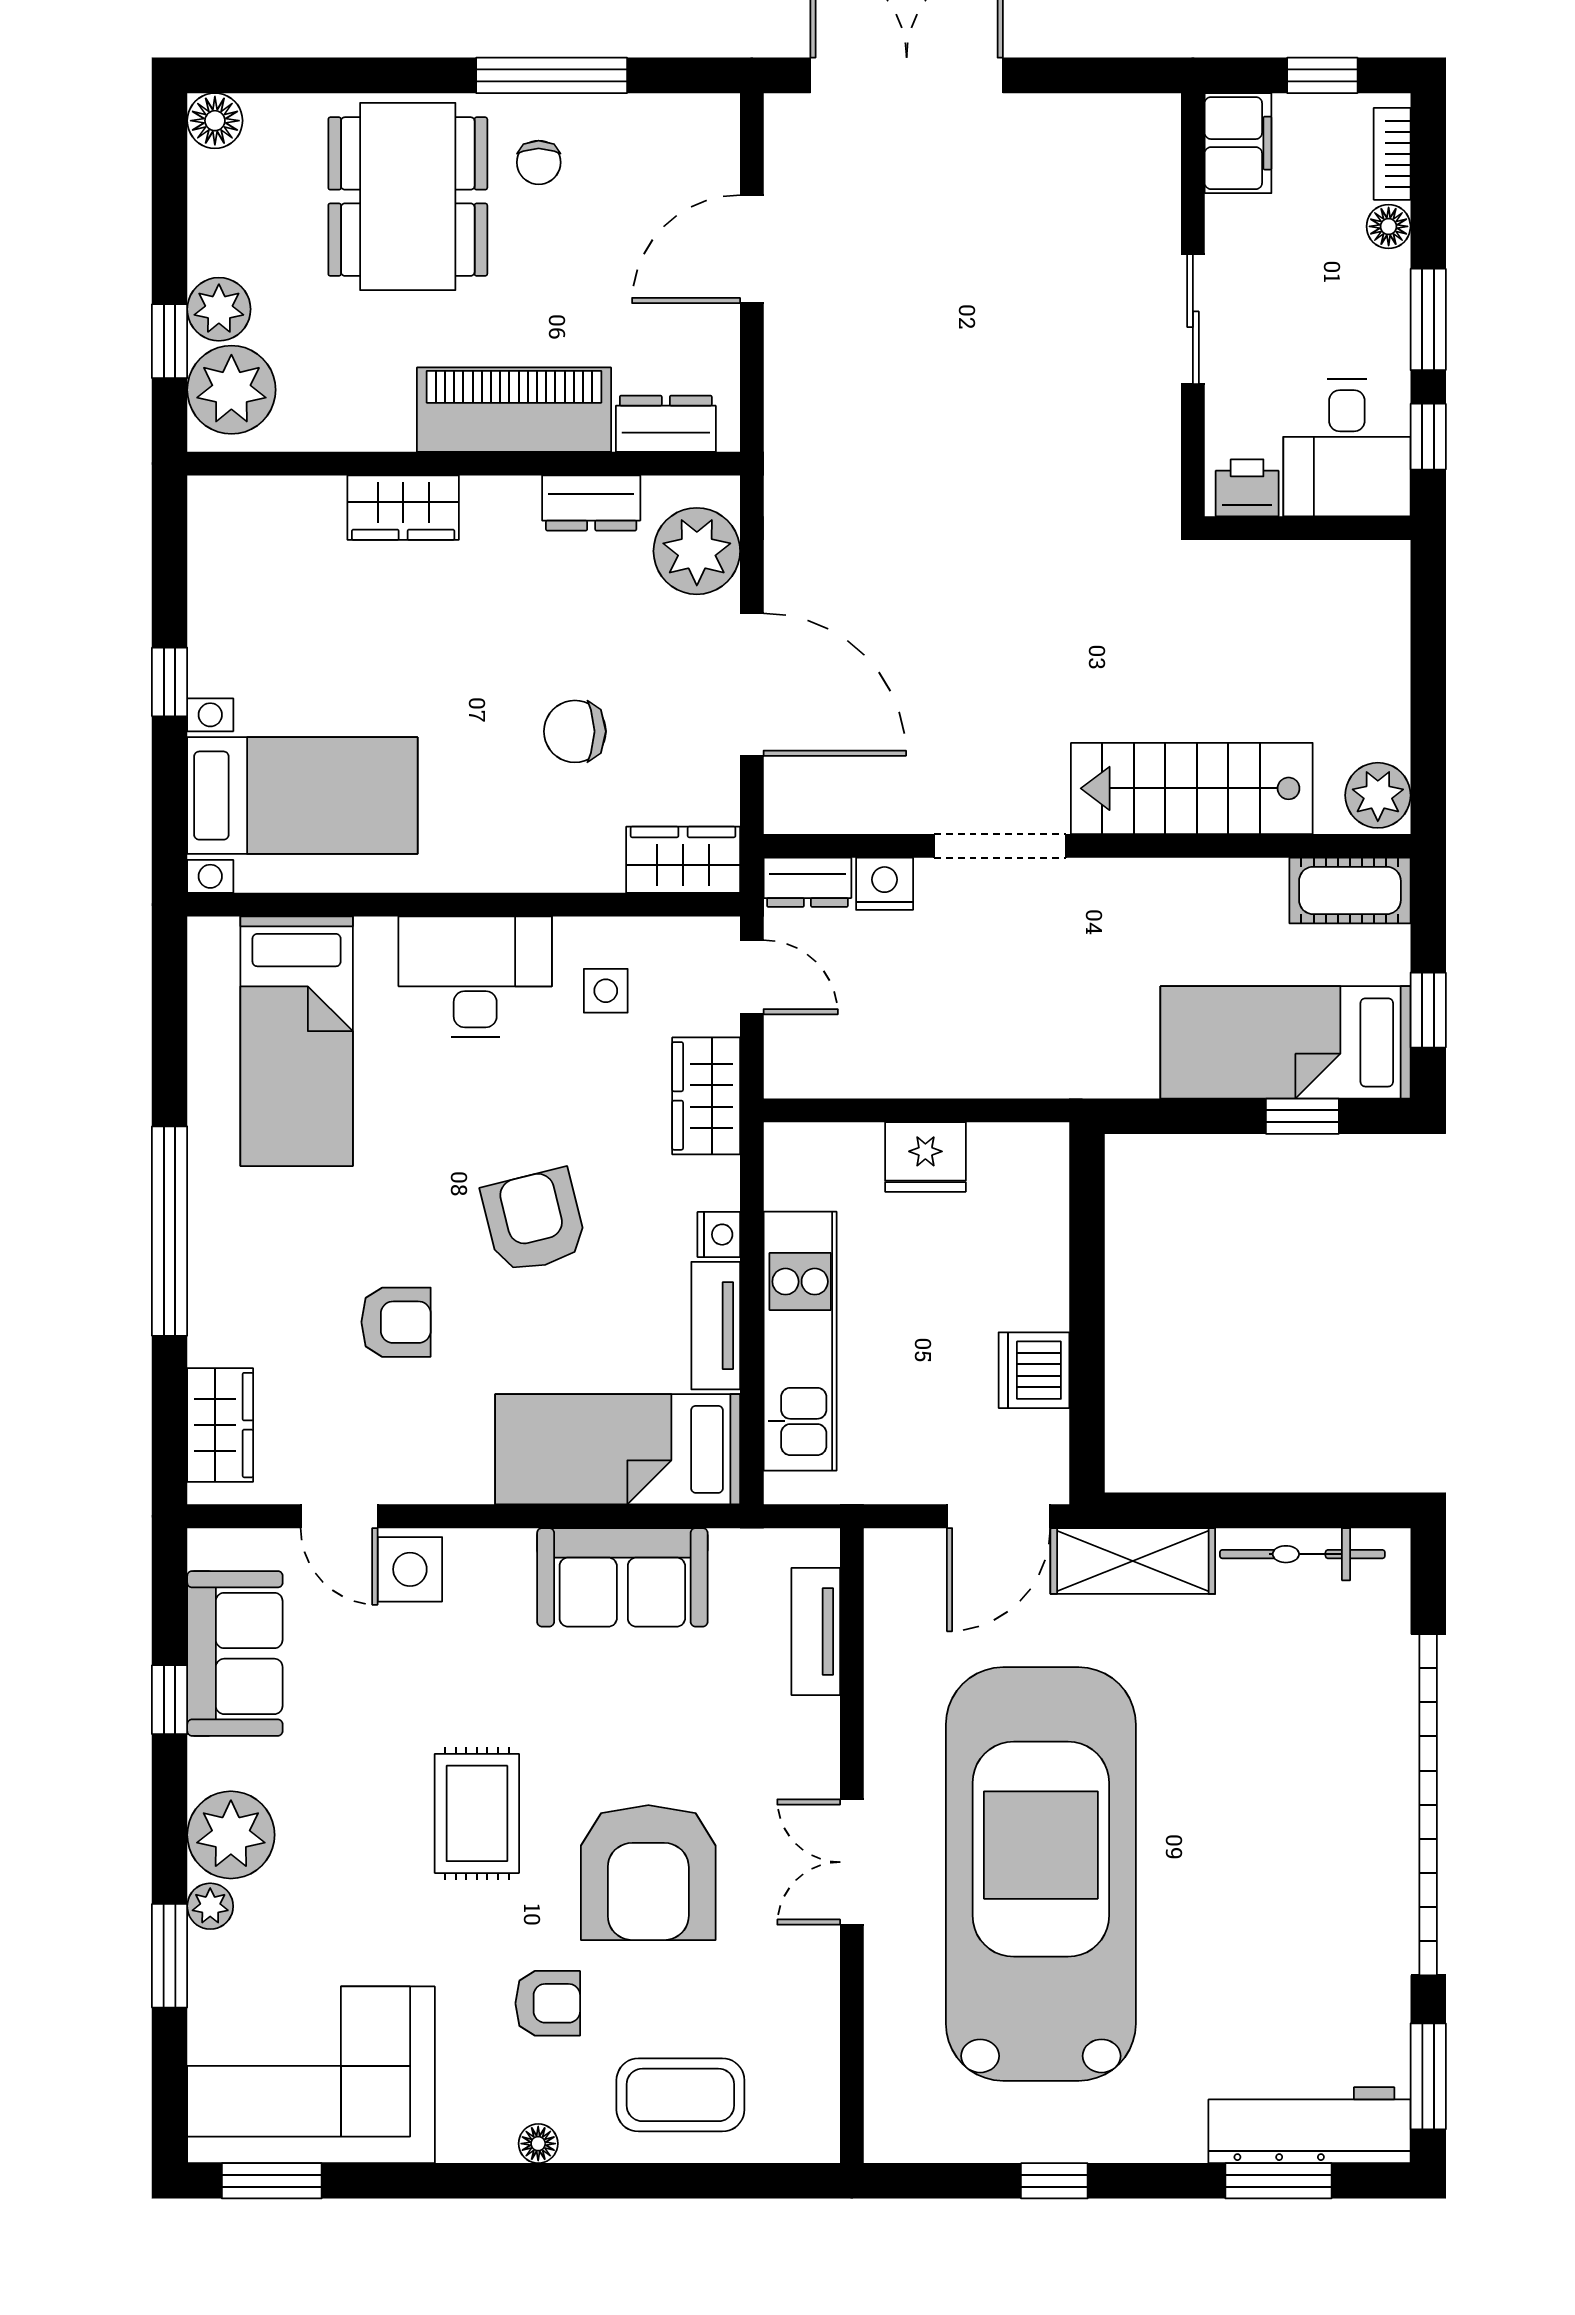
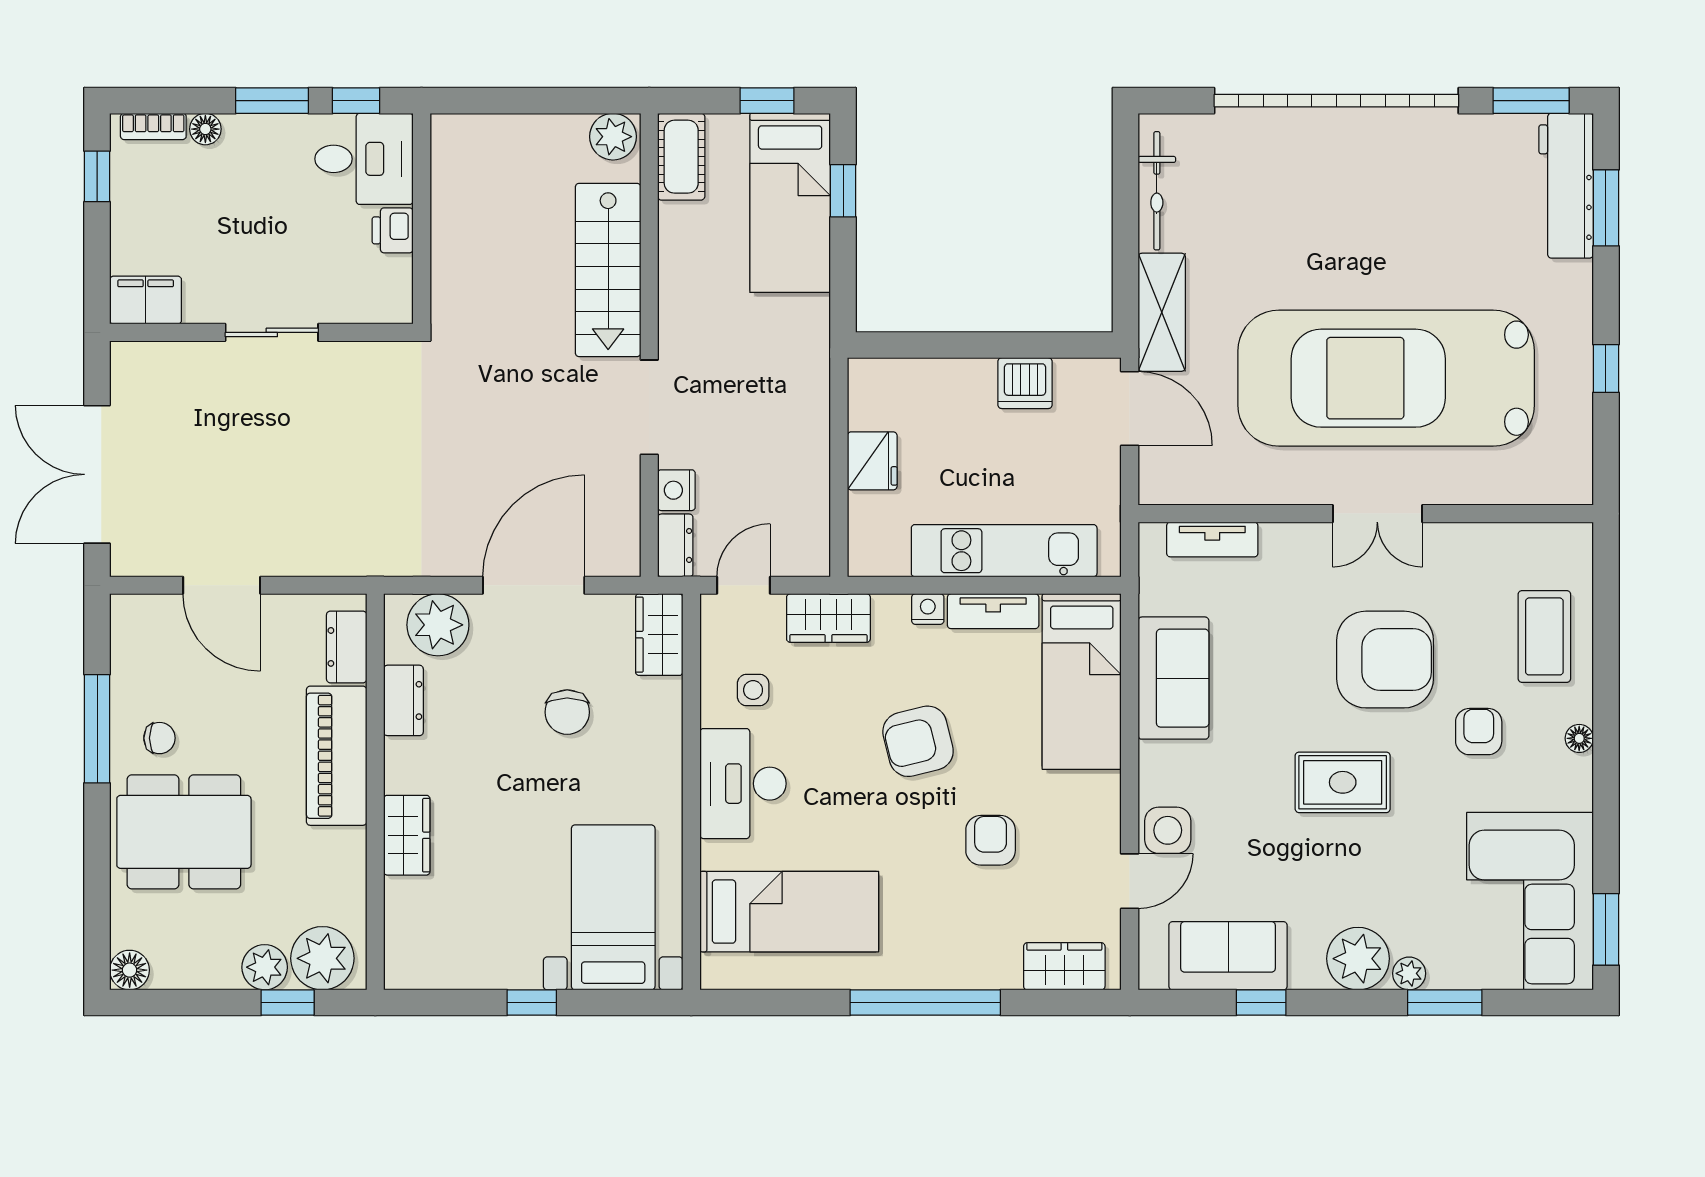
filing cabinet: (1238, 143) -> (146, 300), moved
wall: (1193, 305) -> (261, 332), moved
sliding door: (1193, 319) -> (272, 332), moved

